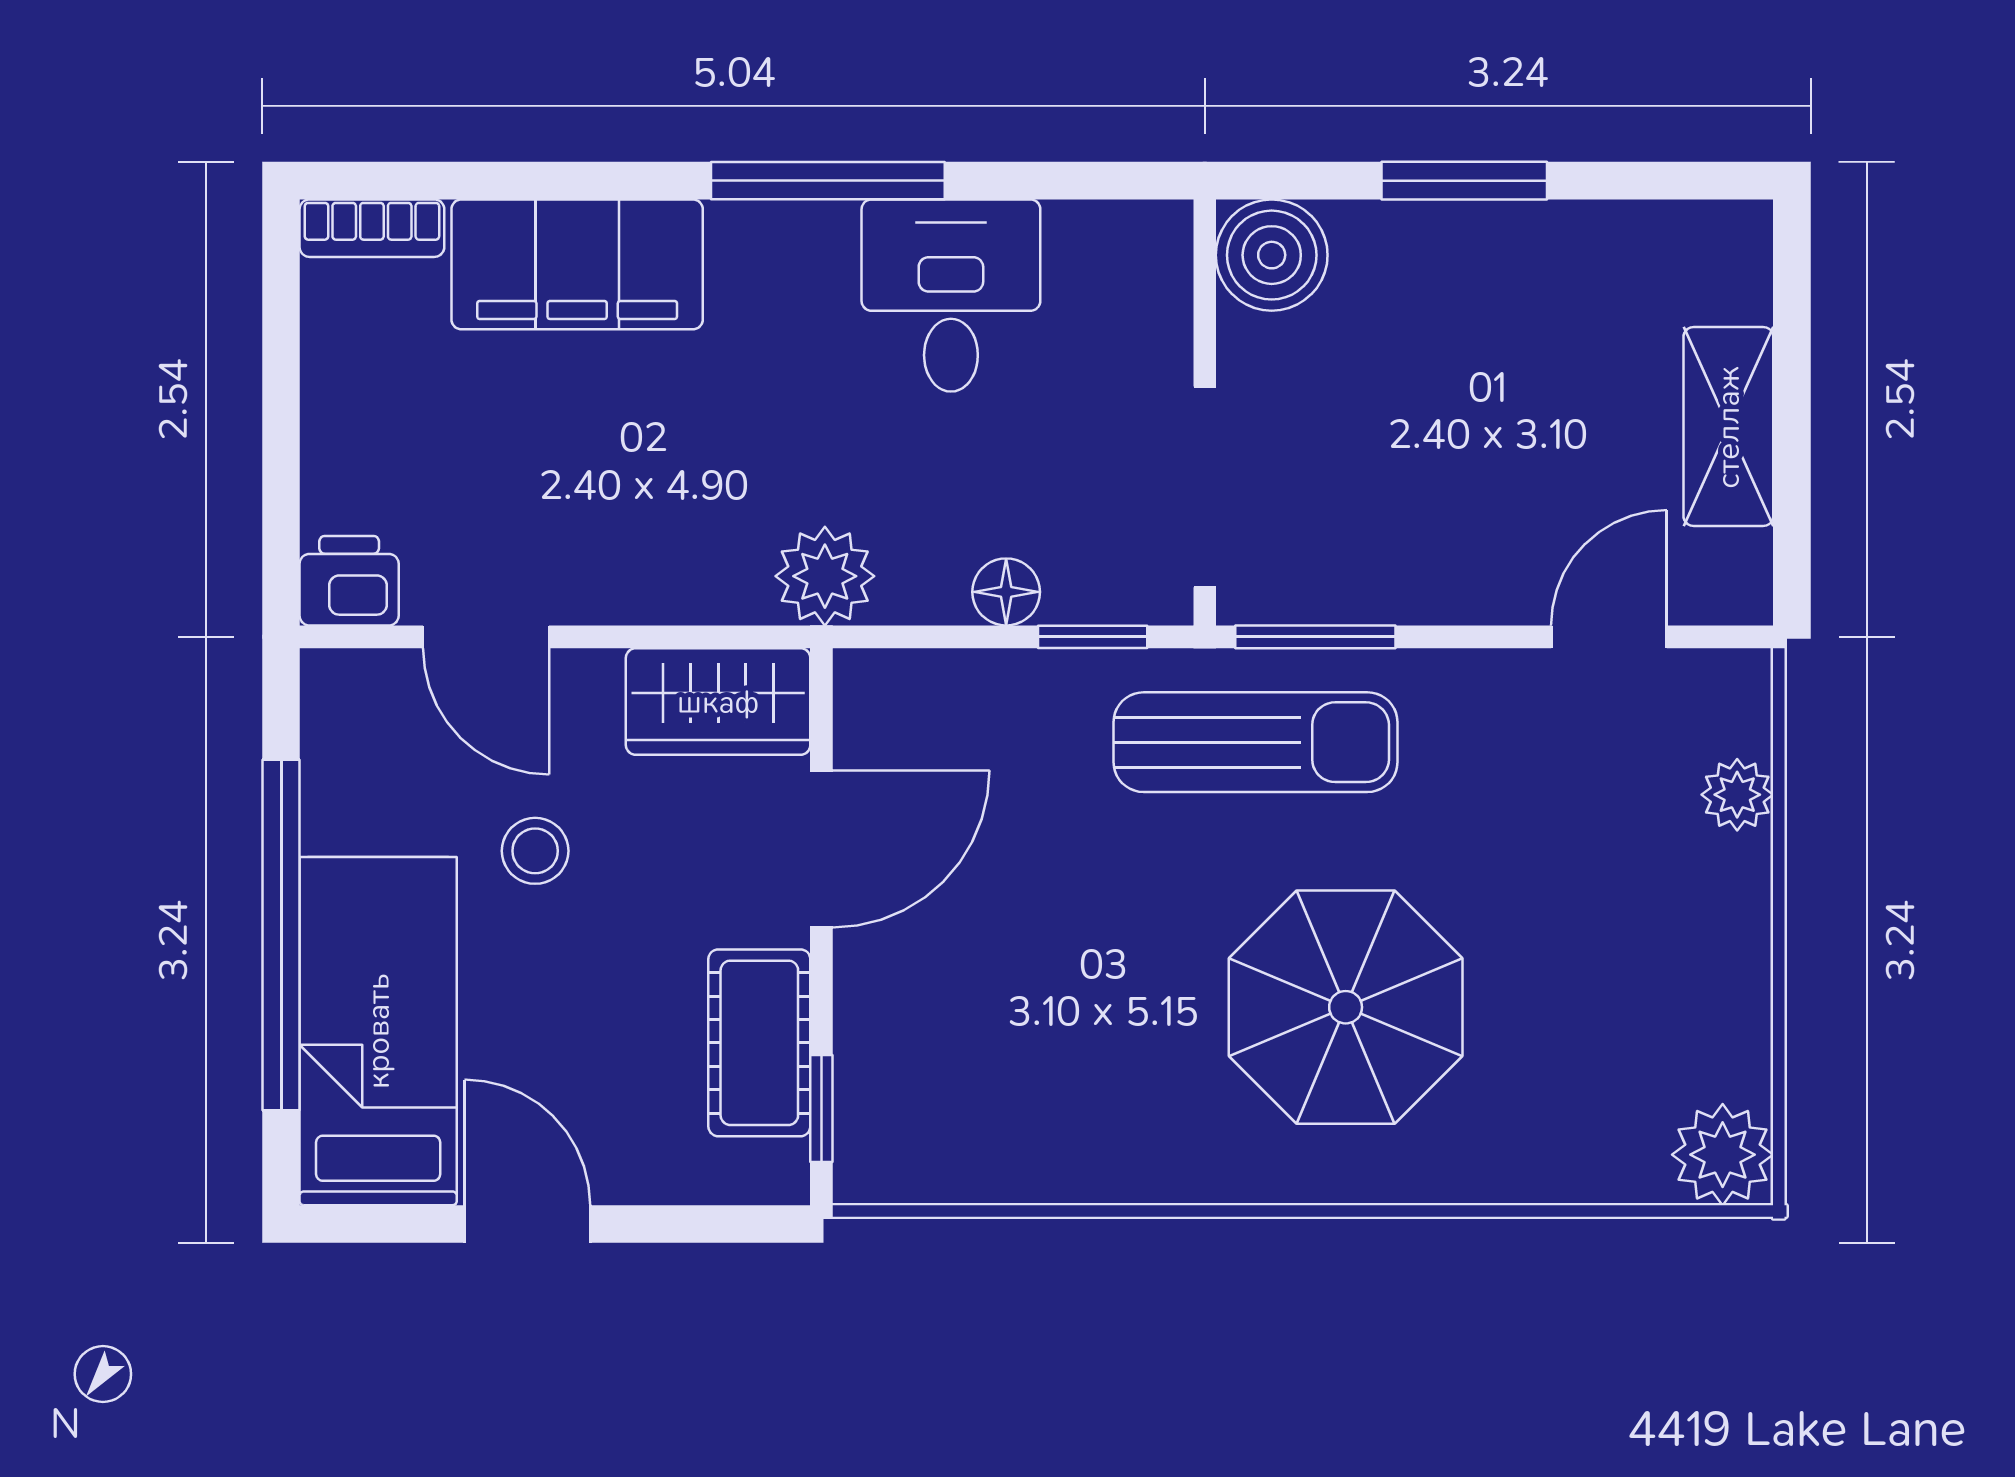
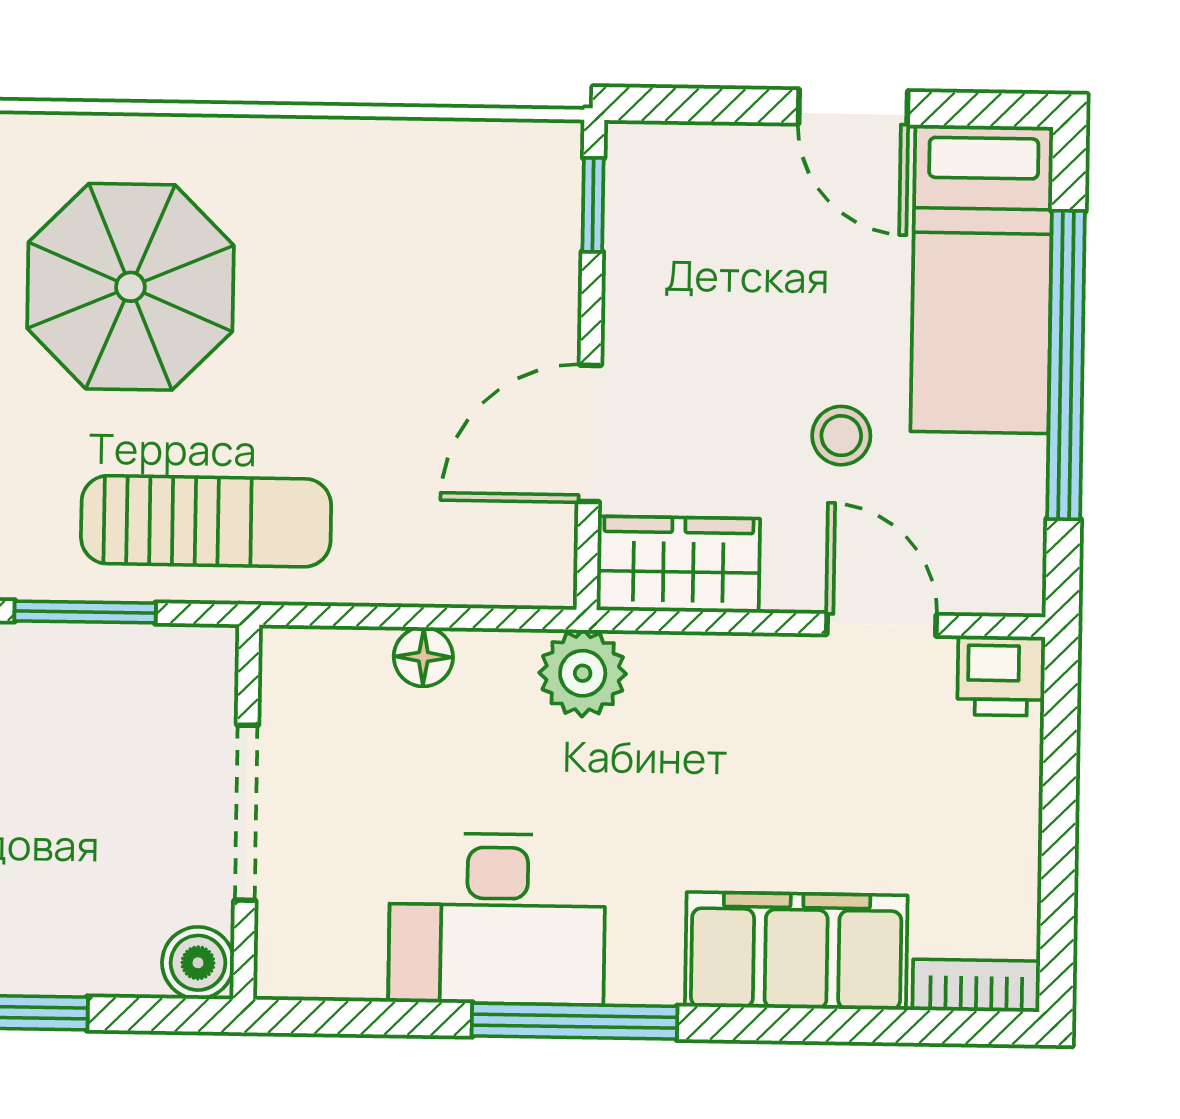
boiler: (1272, 255) -> (198, 963), width x0.73, depth x0.73
desk: (951, 296) -> (497, 919), width x1.37
doorway: (1205, 487) -> (246, 813), moved
window: (1093, 637) -> (348, 616), removed
window: (1315, 637) -> (85, 612), moved
sun lounger: (1256, 742) -> (206, 521), turned 180
cot: (759, 1043) -> (647, 264), removed

